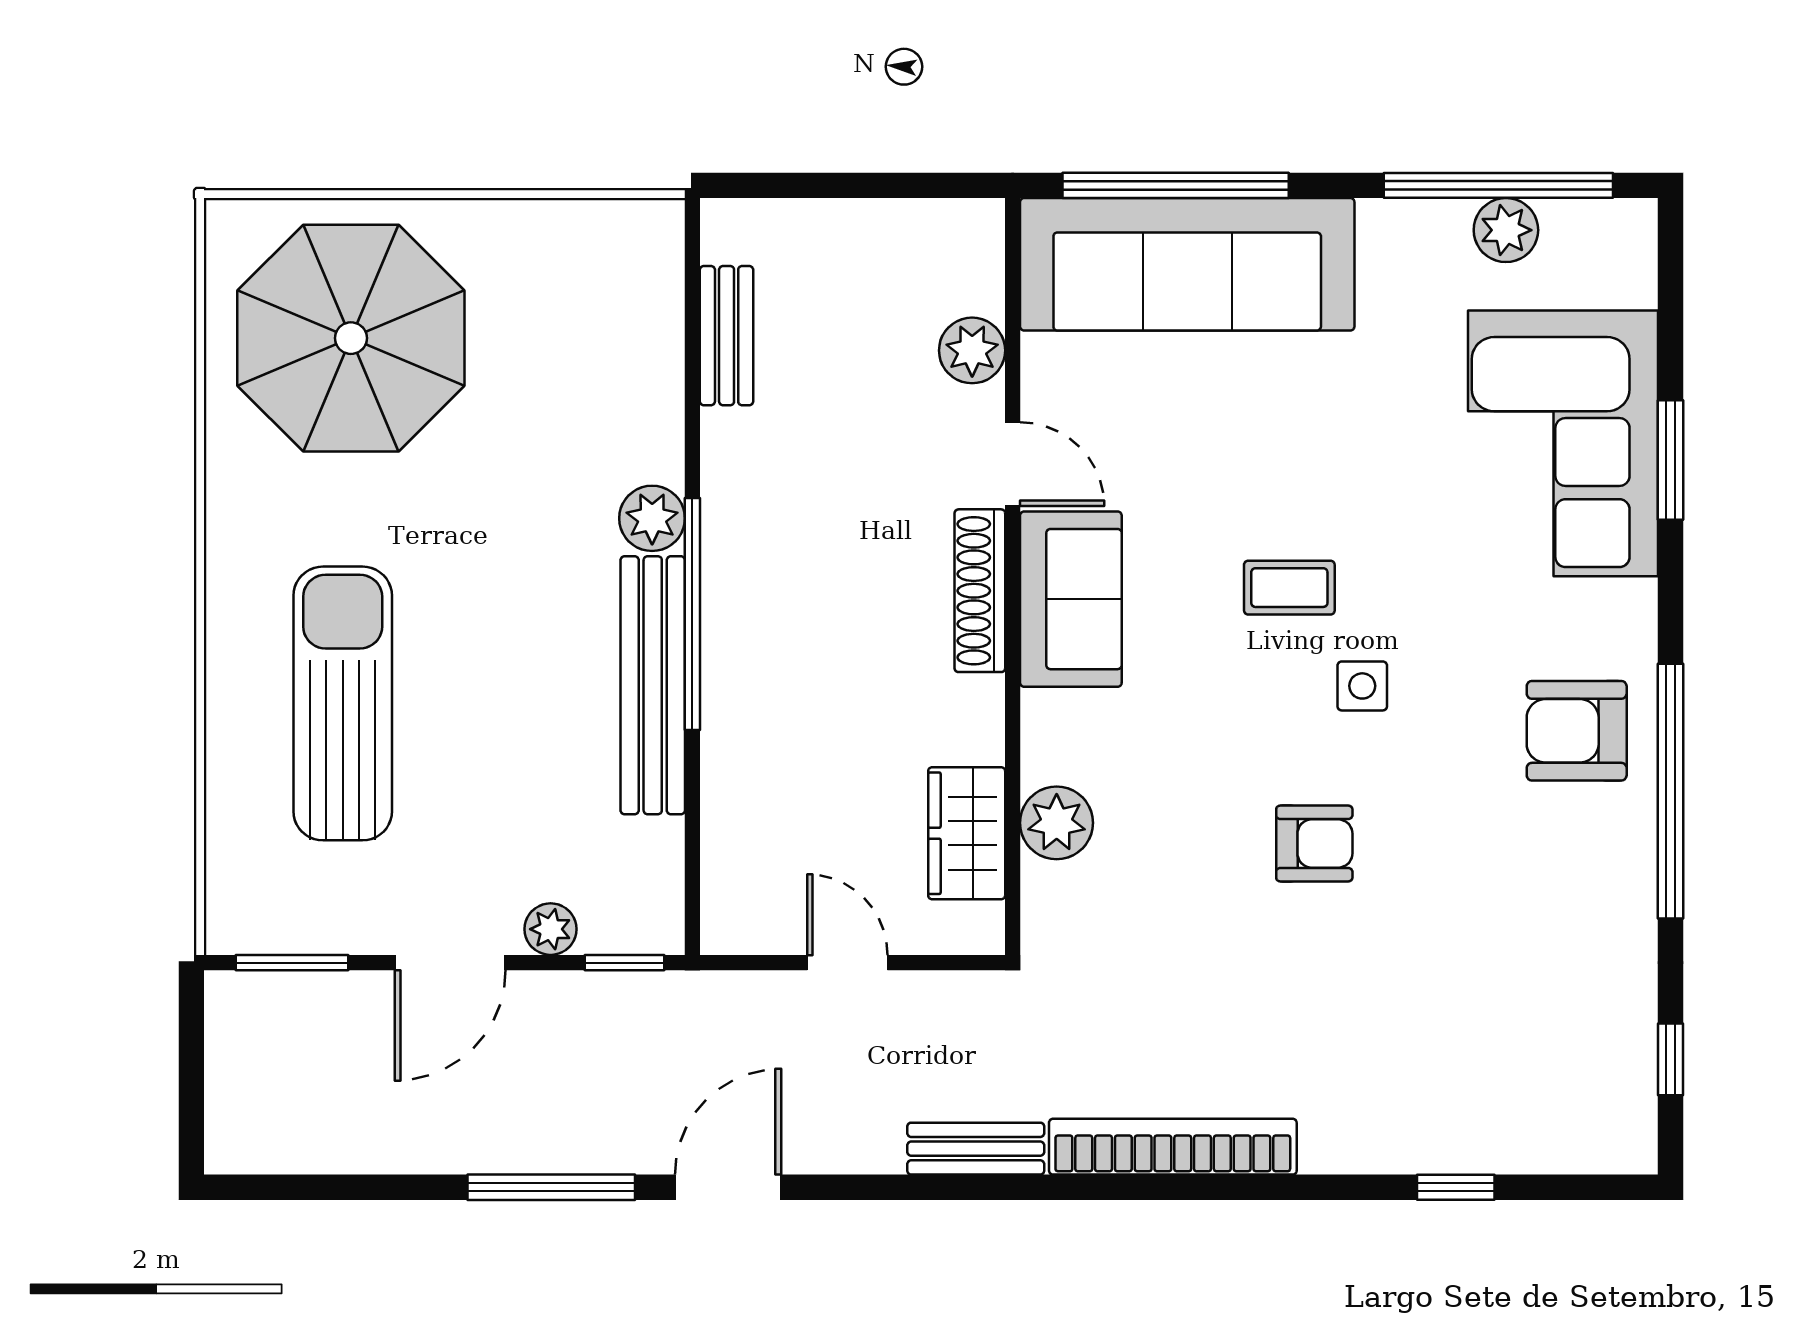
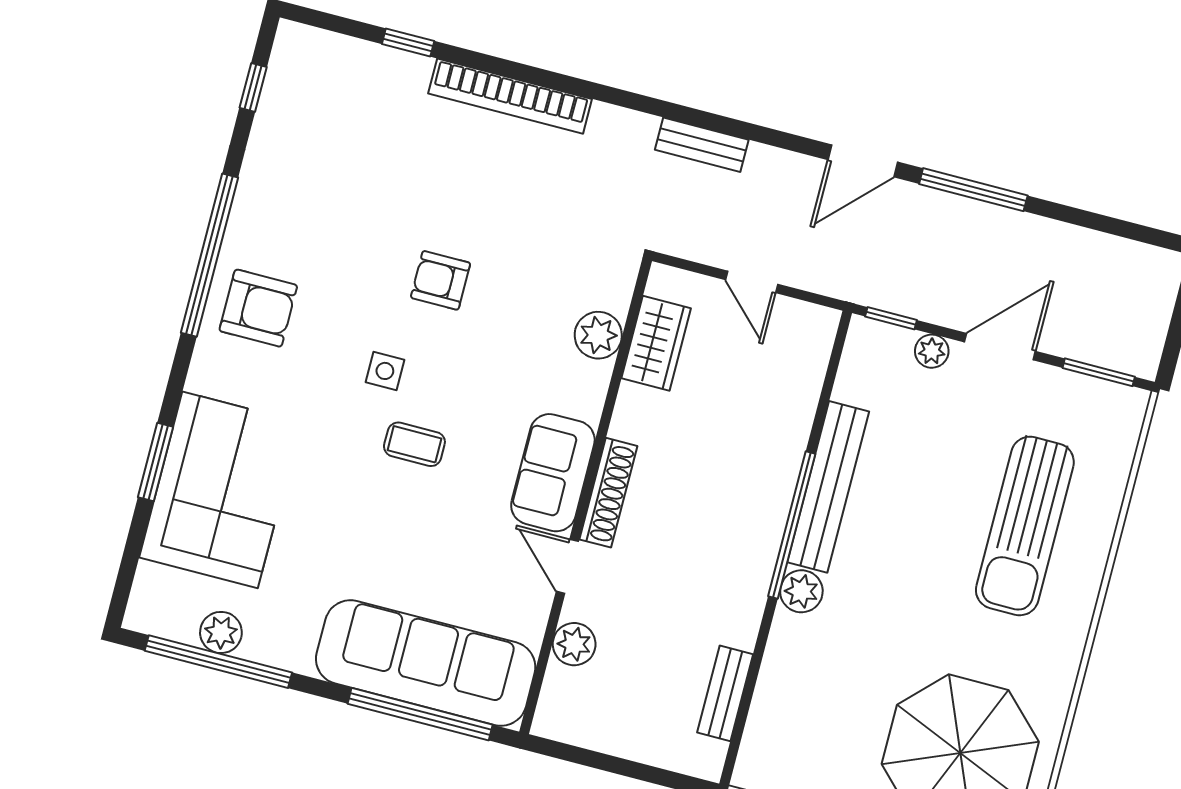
bookcase: (1173, 1147) -> (510, 96), moved

